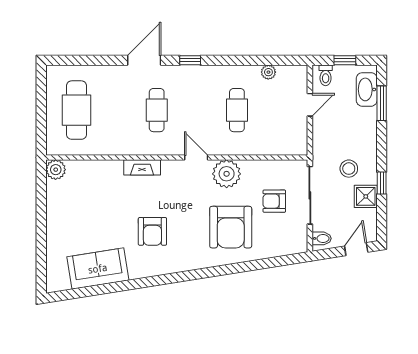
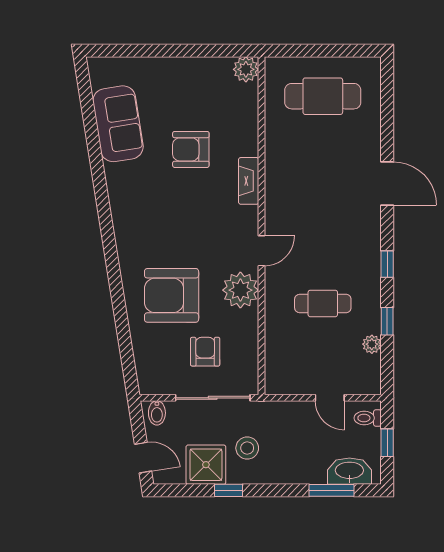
window: (190, 60) -> (387, 264), moved
window: (251, 60) -> (387, 321), added
cafe table: (157, 110) -> (323, 200), removed
shower: (366, 196) -> (206, 465), width x1.36, depth x1.36
armchair: (152, 231) -> (191, 149), moved

